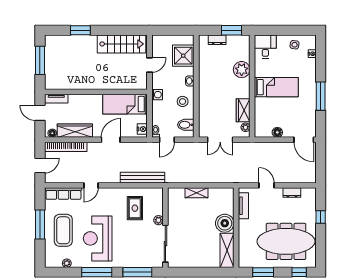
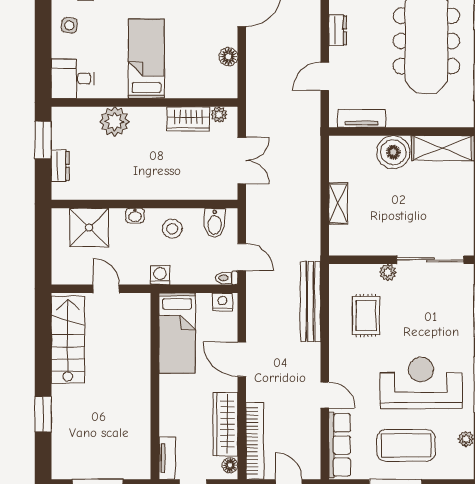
rug: (135, 208) -> (366, 315), turned 90
reception desk: (98, 238) -> (421, 383), turned 180

